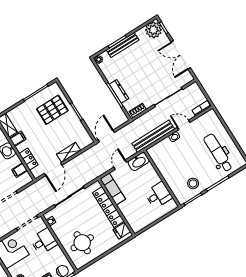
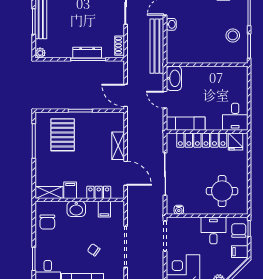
desk: (158, 195) -> (235, 117), moved, turned 180
desk: (44, 241) -> (213, 230), moved

